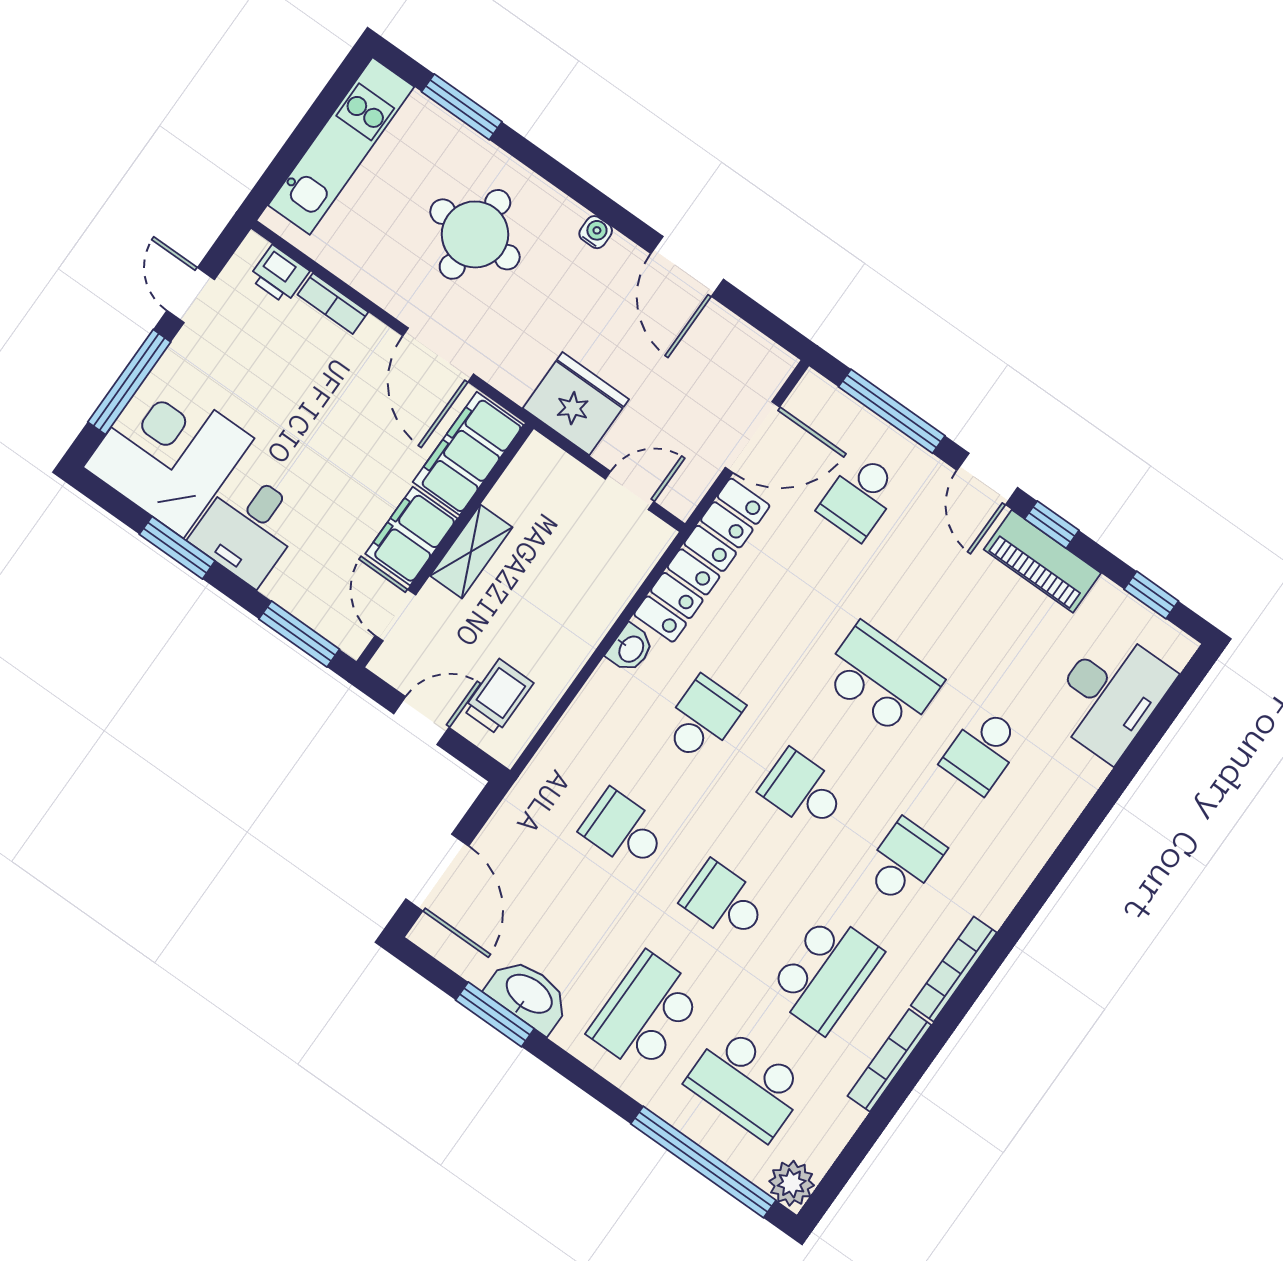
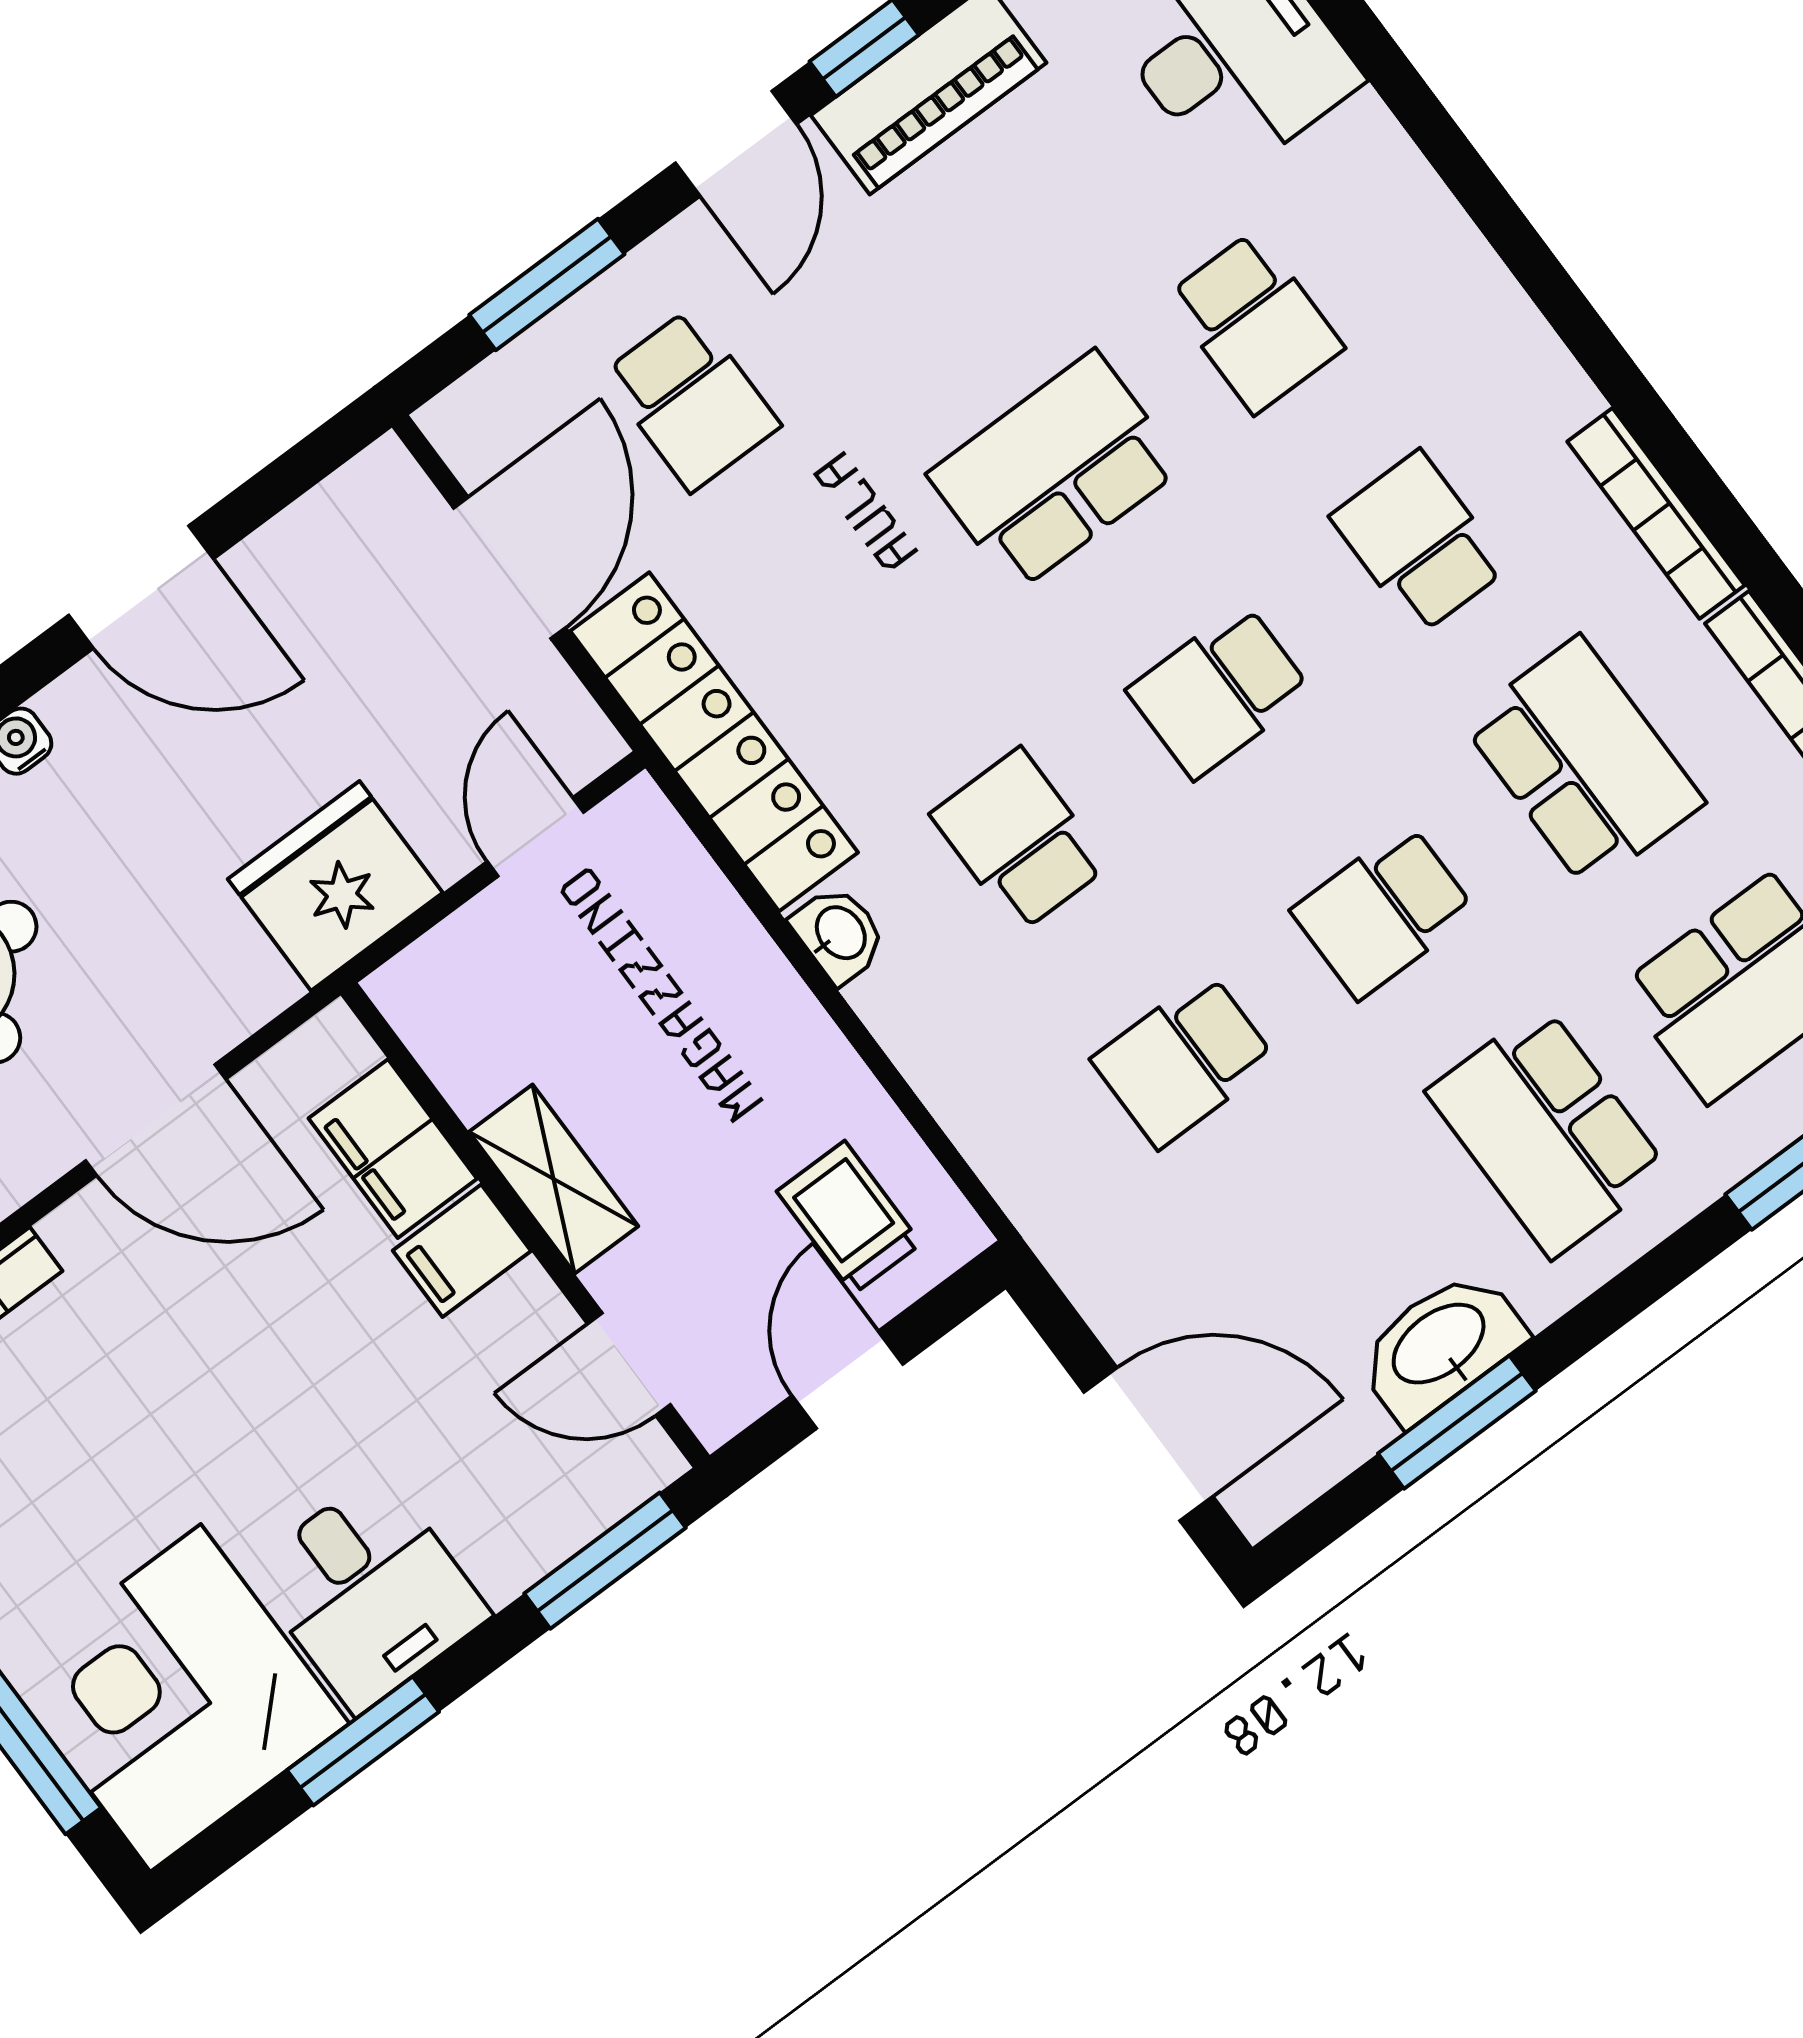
window: (892, 411) -> (547, 285), width x0.69
filing cabinet: (468, 454) -> (393, 1149), width x0.67, depth x0.86
door: (987, 479) -> (736, 143), hinge flipped
filing cabinet: (411, 536) -> (462, 1251), width x0.50

